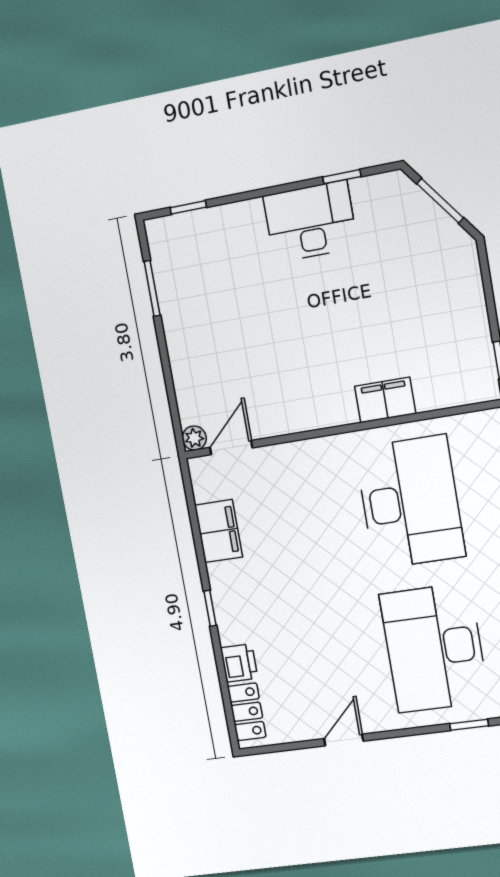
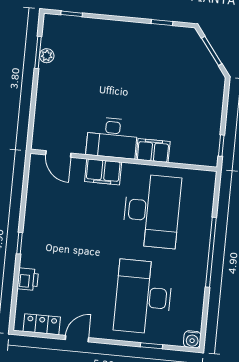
desk: (310, 222) -> (112, 138), moved, turned 180
plant: (194, 438) -> (47, 56), moved
door: (231, 448) -> (58, 154), swing flipped
filing cabinet: (218, 531) -> (103, 172), moved, turned 90
locker: (247, 712) -> (42, 324), moved, turned -90

